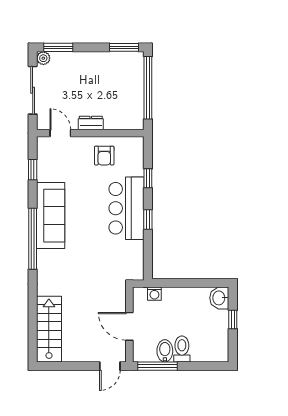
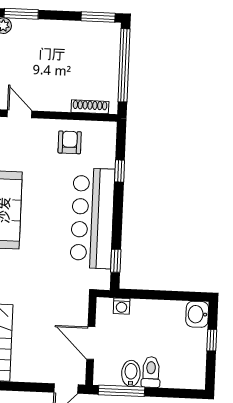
dresser: (91, 123) -> (56, 104), removed
shoe rack: (120, 124) -> (90, 107), added
armchair: (104, 156) -> (70, 142), turned 180
bar counter: (126, 208) -> (92, 218), width x1.36
window: (148, 219) -> (116, 261), moved

